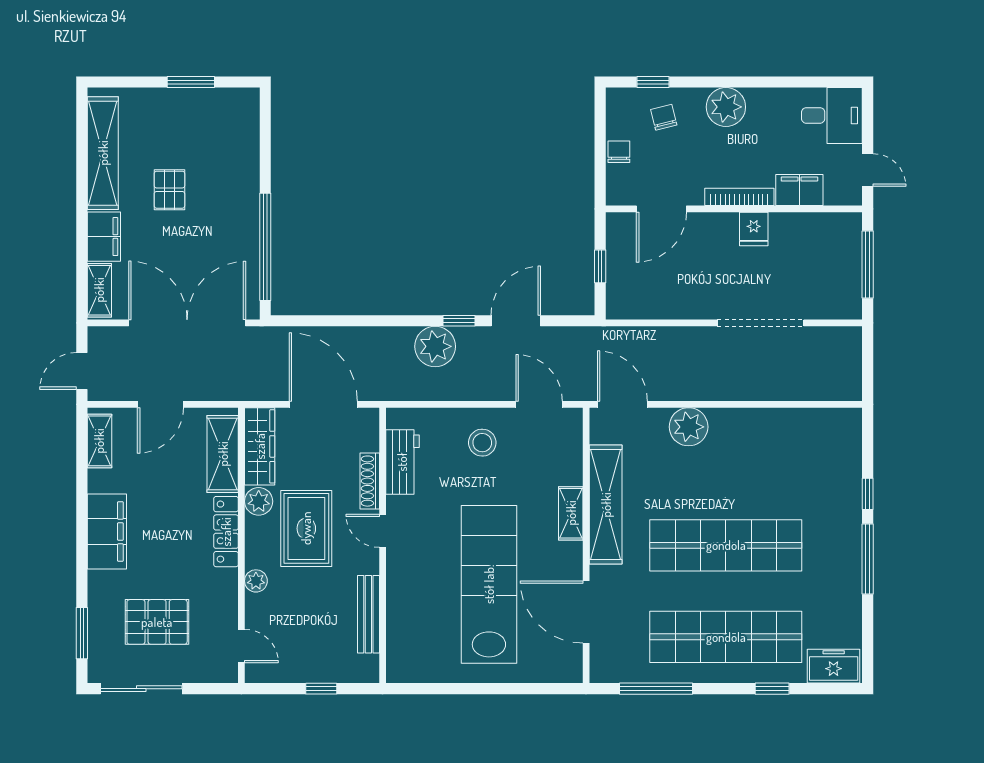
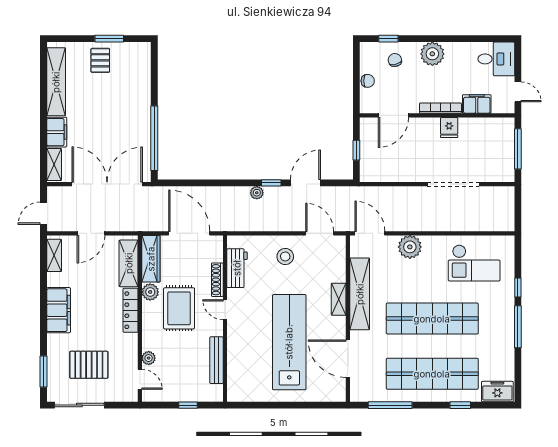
chair: (619, 152) -> (368, 81), turned 90
pallet: (169, 190) -> (100, 60), moved
plant: (435, 346) -> (257, 193), width x0.53, depth x0.53
checkout: (795, 453) -> (474, 263), added
plant: (256, 581) -> (149, 358), moved

